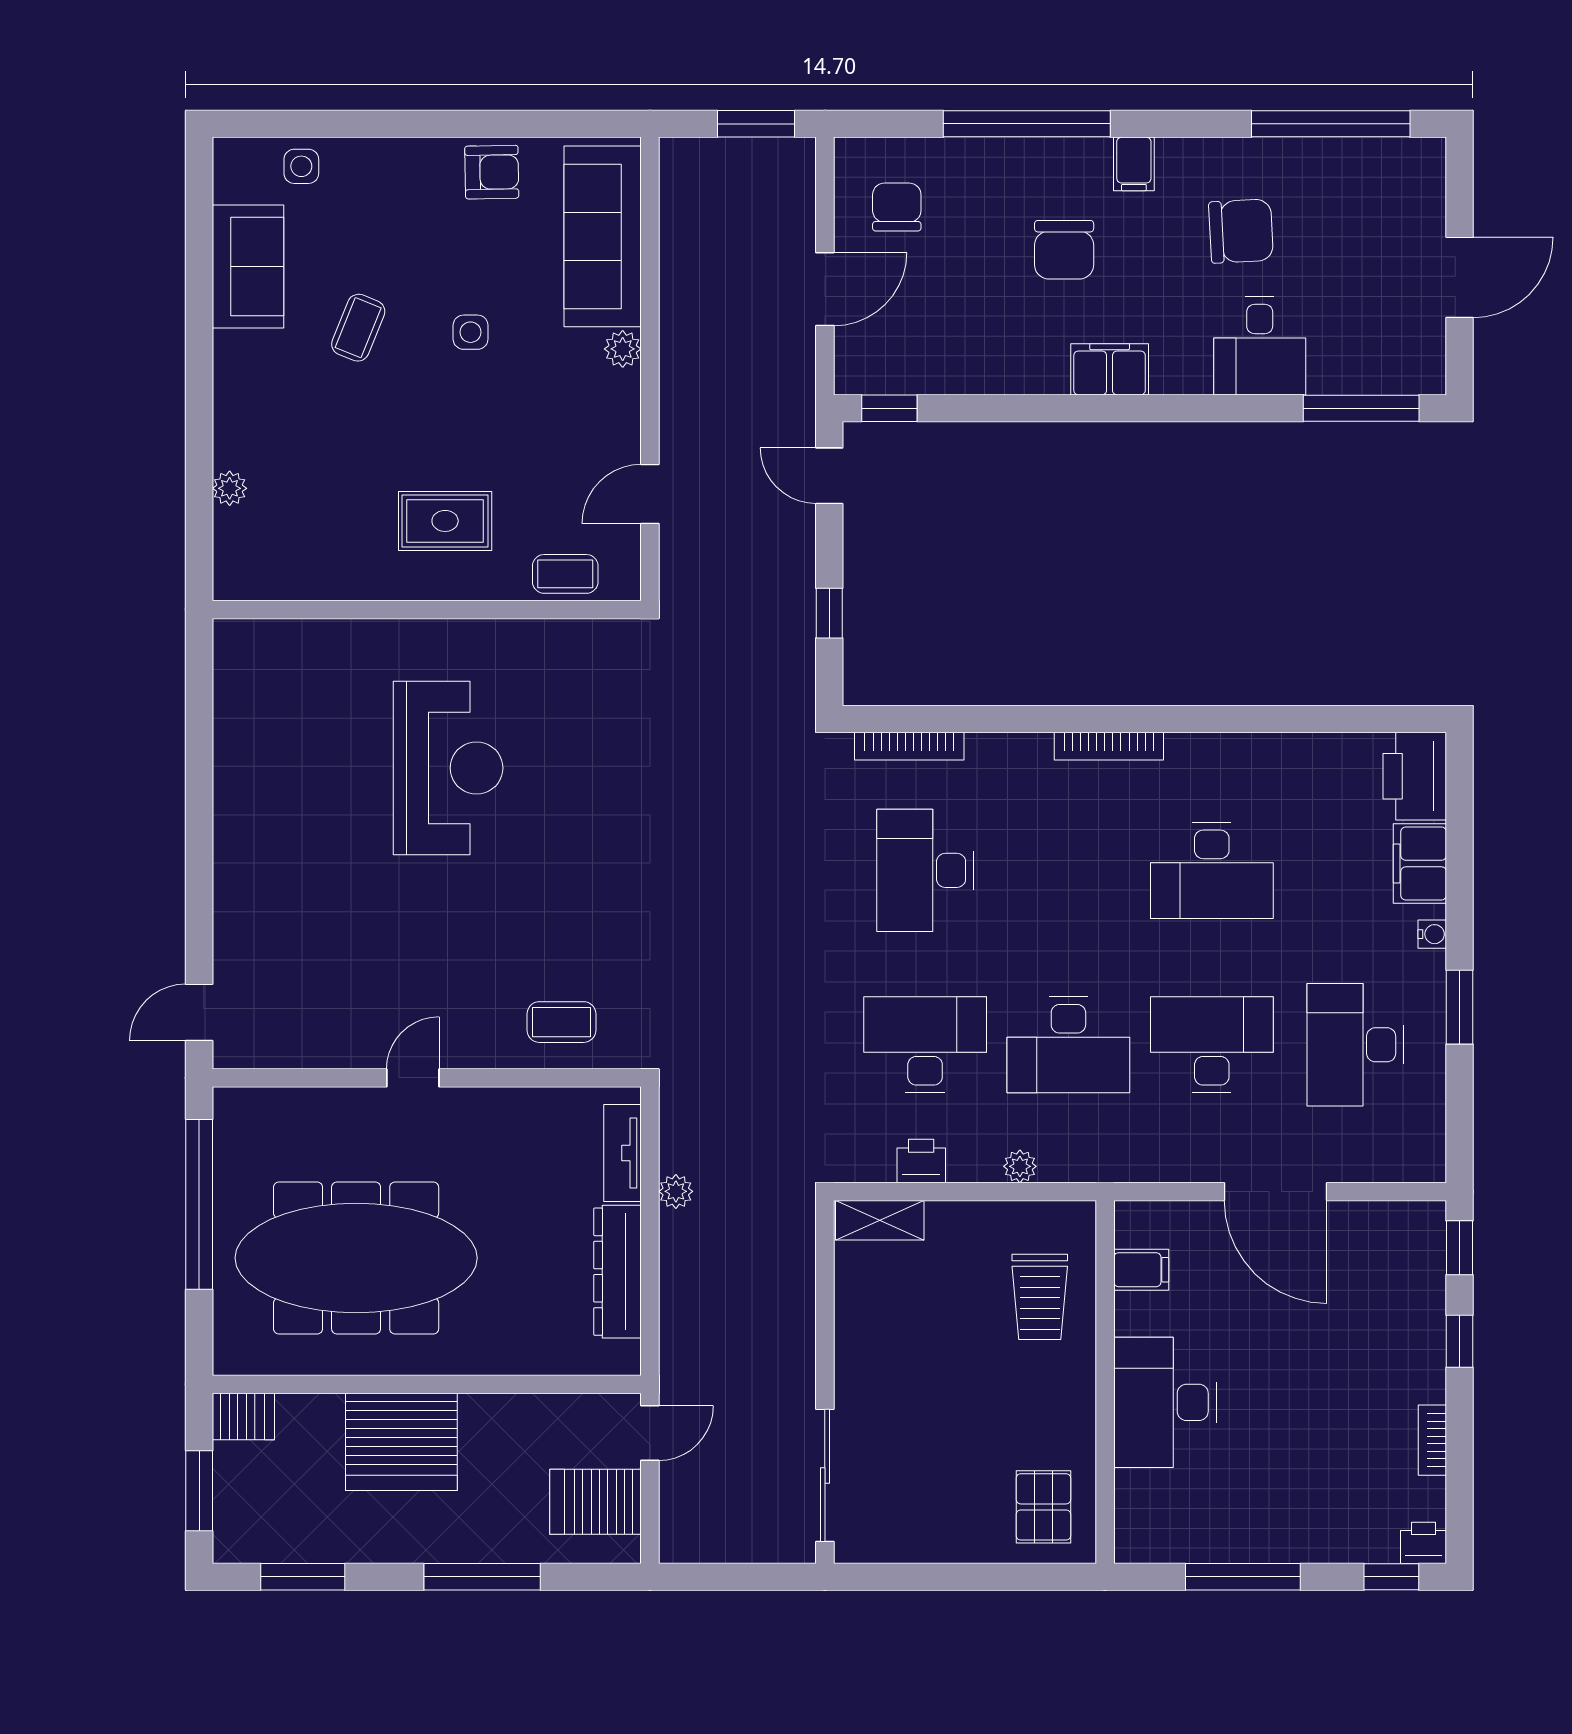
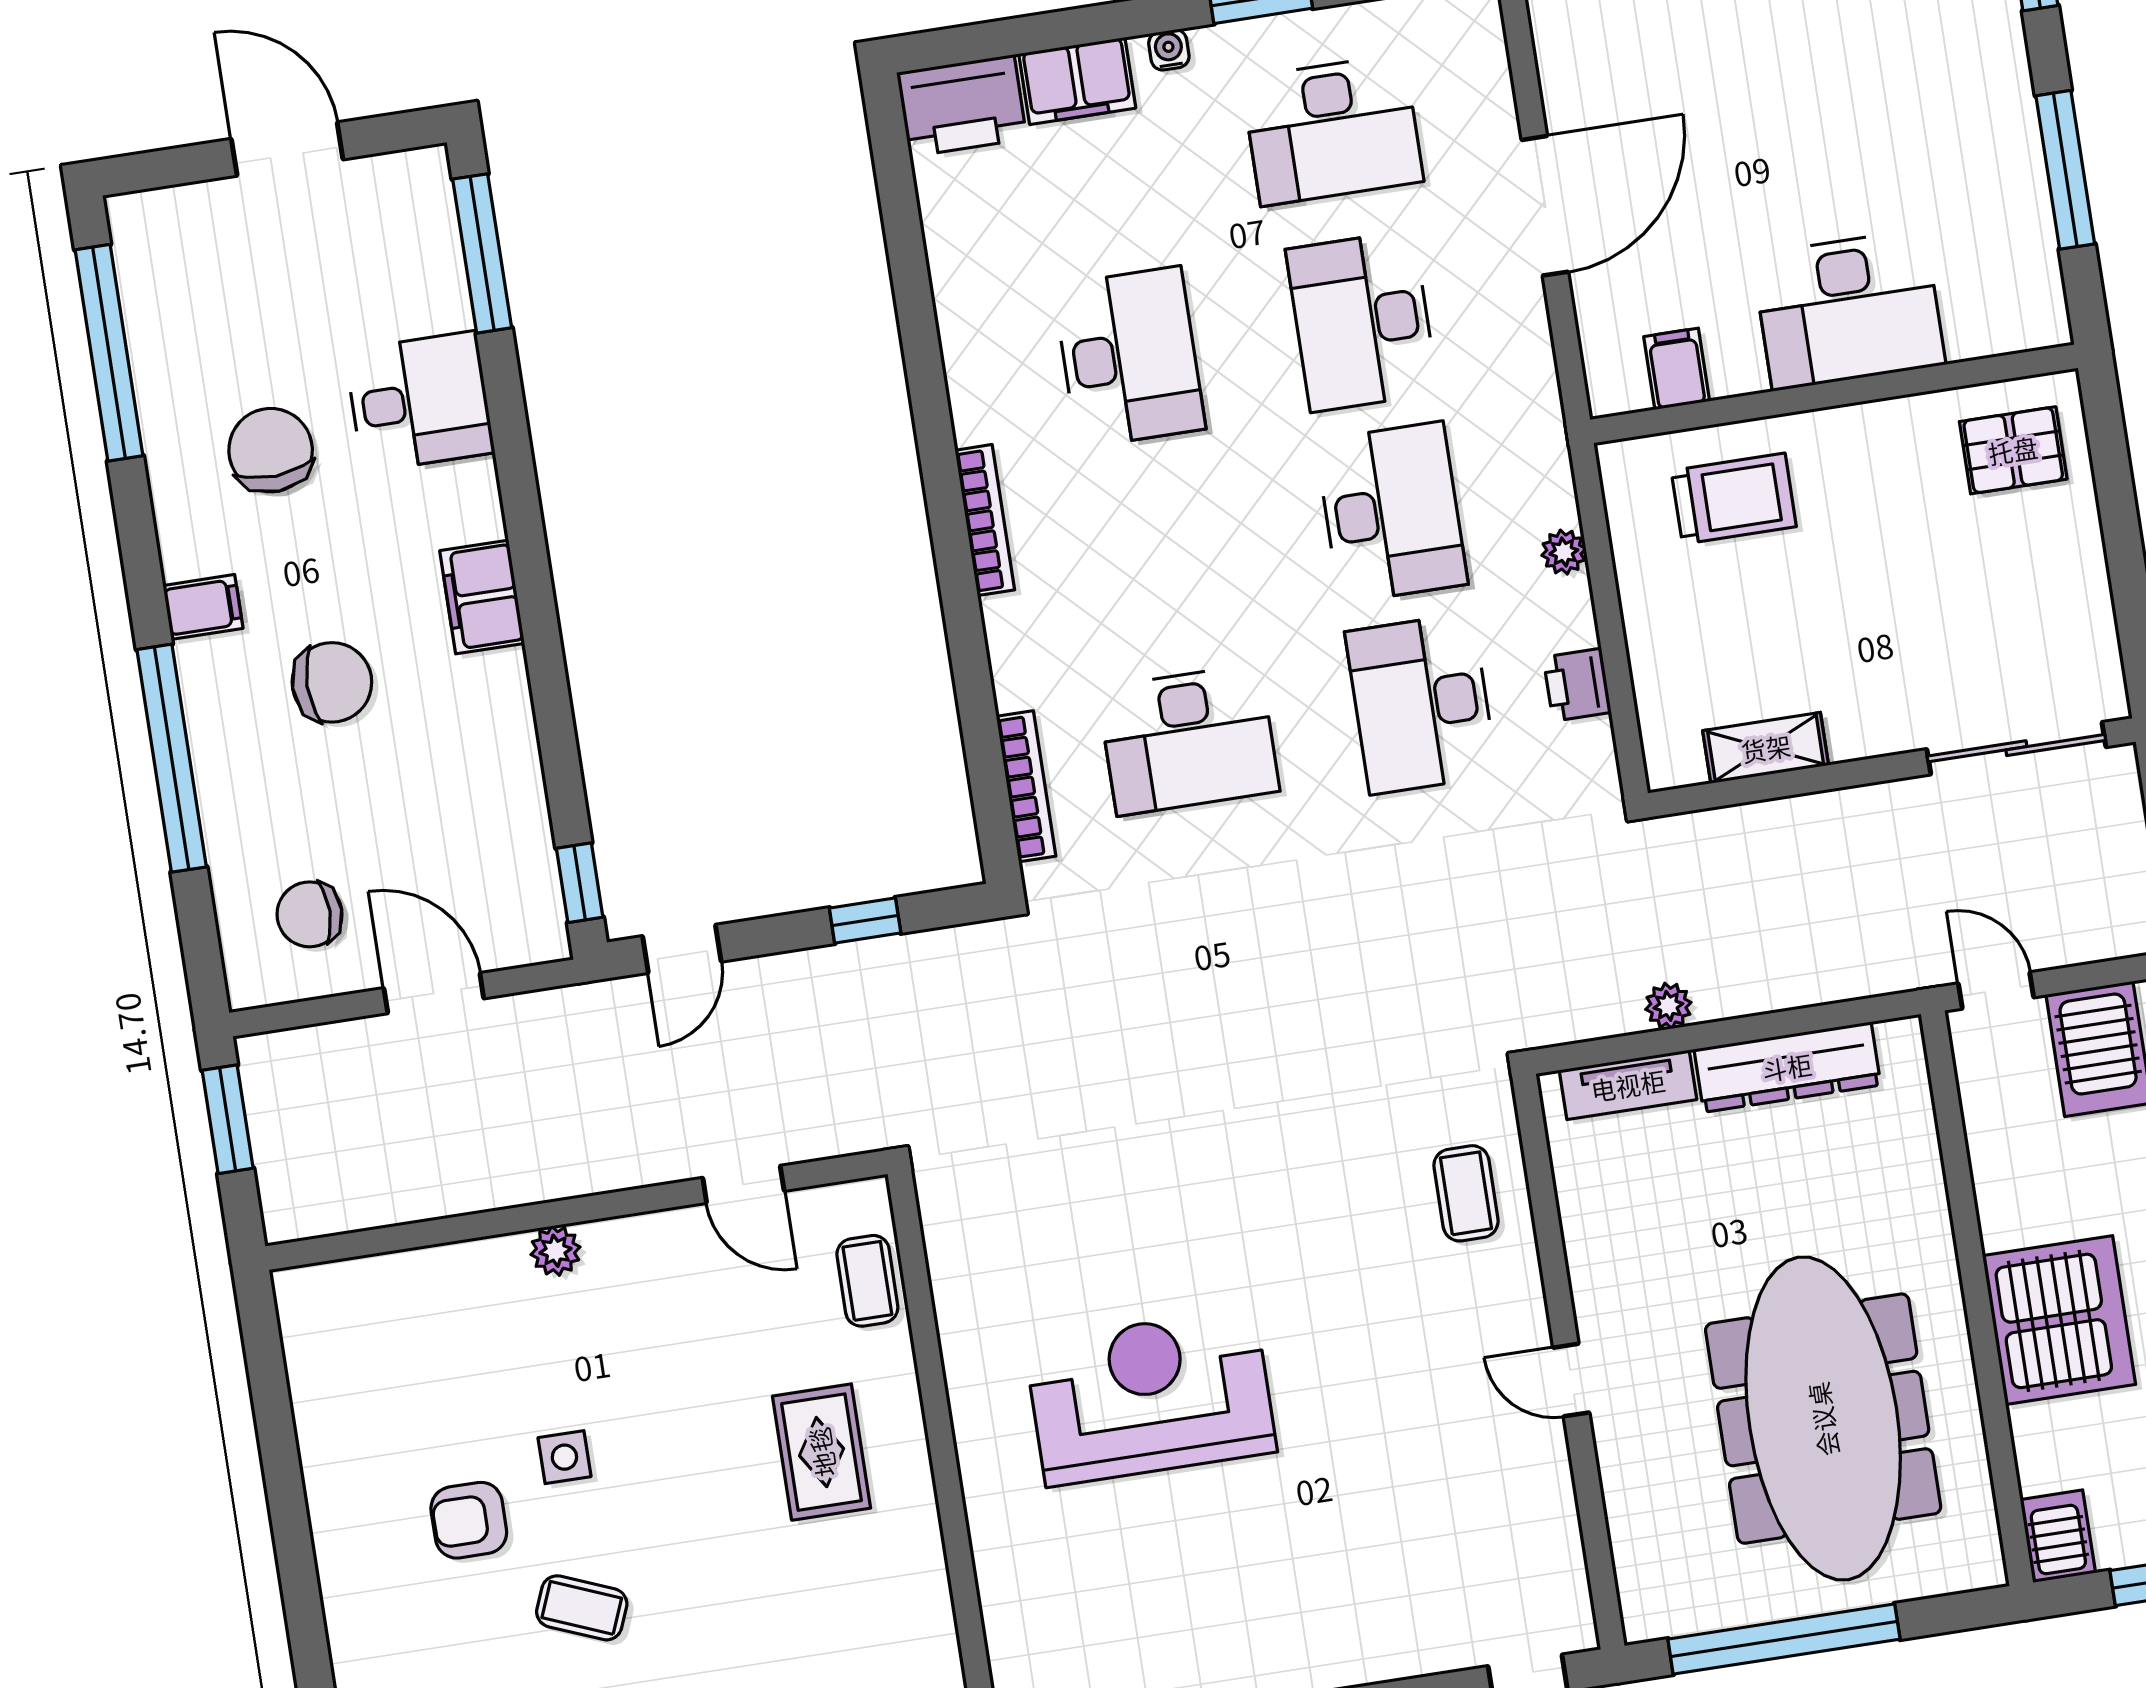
armchair: (492, 172) -> (469, 1520), moved, turned -89
sofa: (603, 236) -> (409, 1301), removed
shelving: (880, 1220) -> (1766, 748), moved, turned 90

